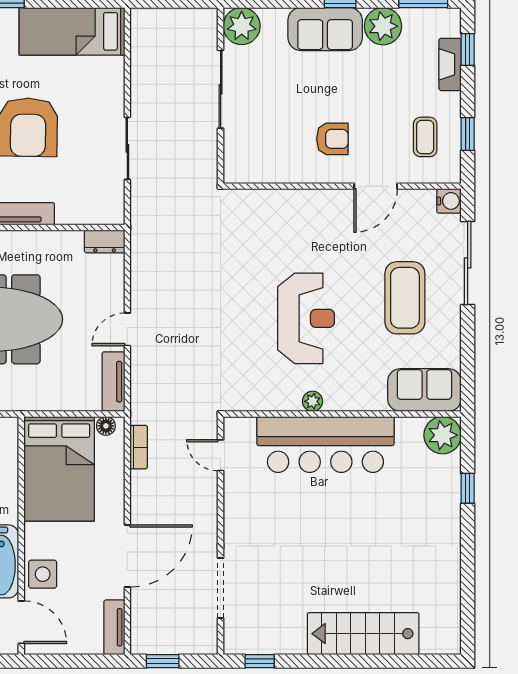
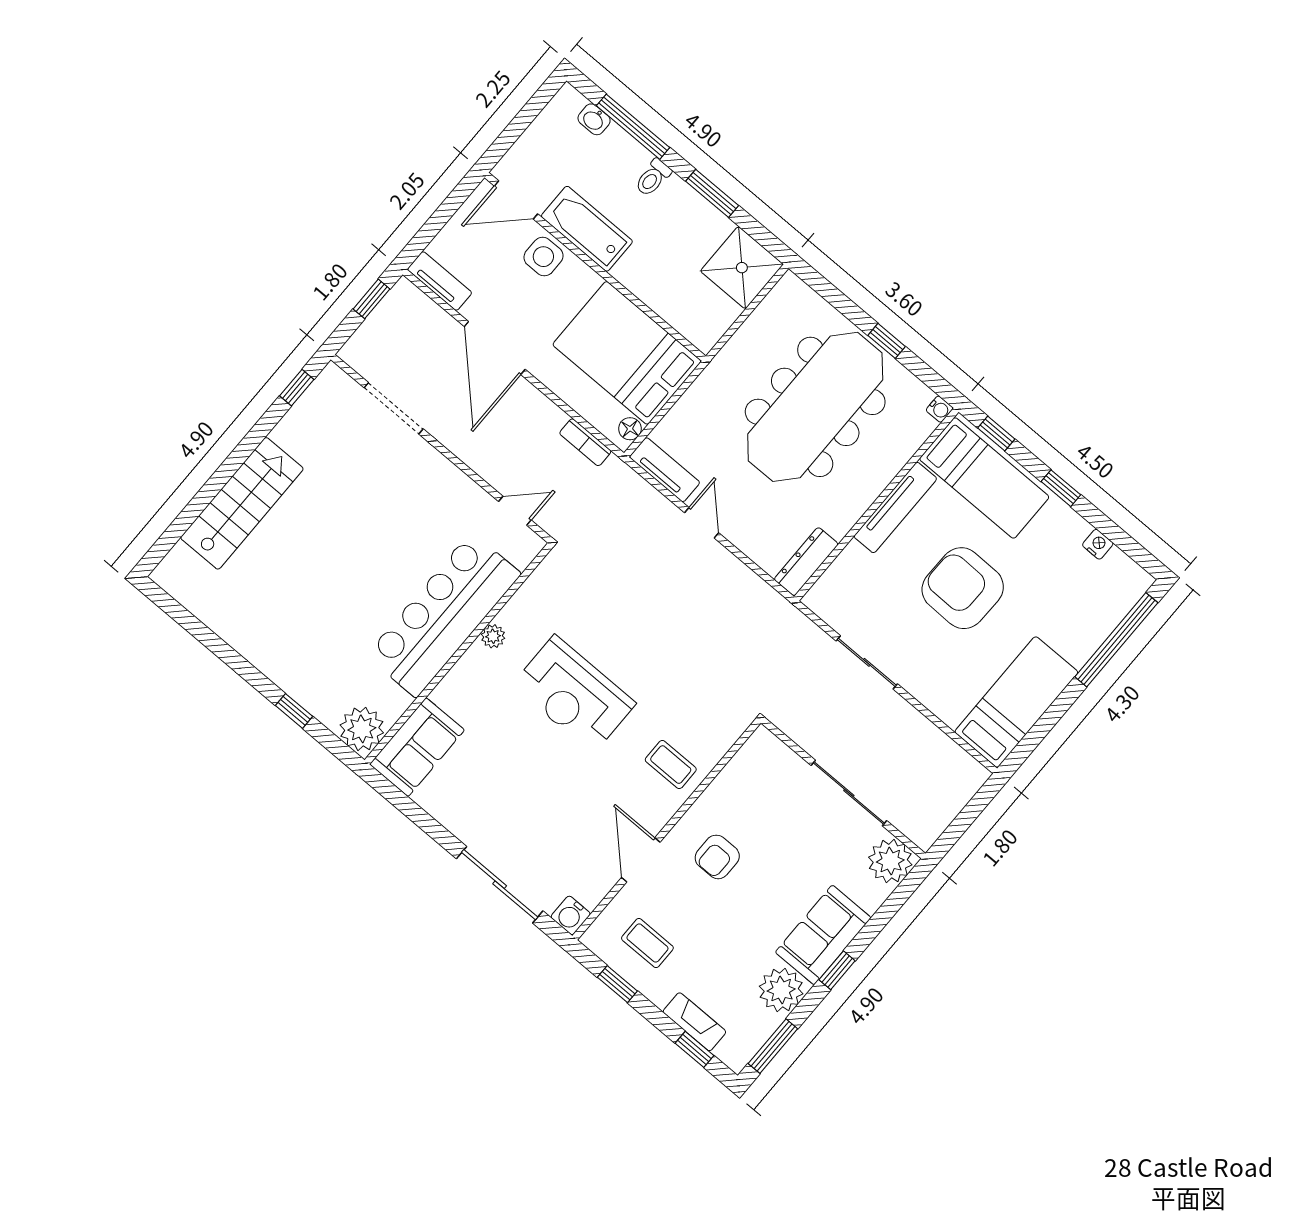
dresser: (105, 241) -> (806, 562), width x1.44
coffee table: (405, 298) -> (671, 765), moved, width x0.54, depth x0.58

